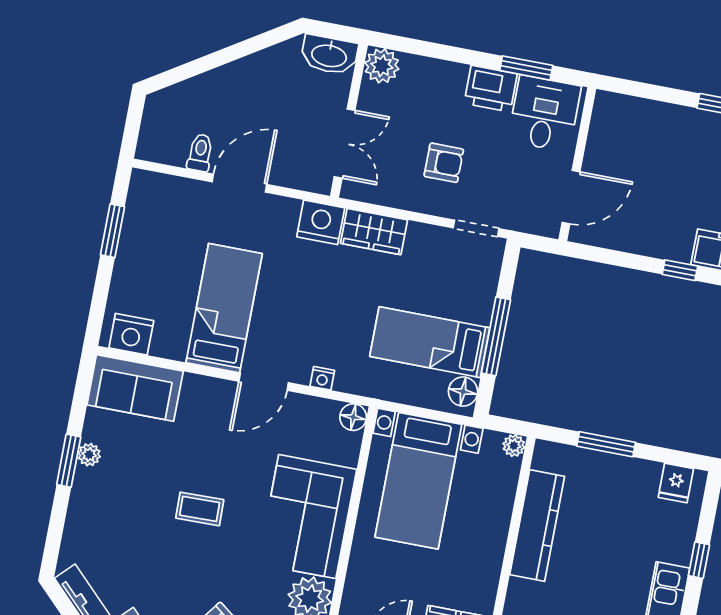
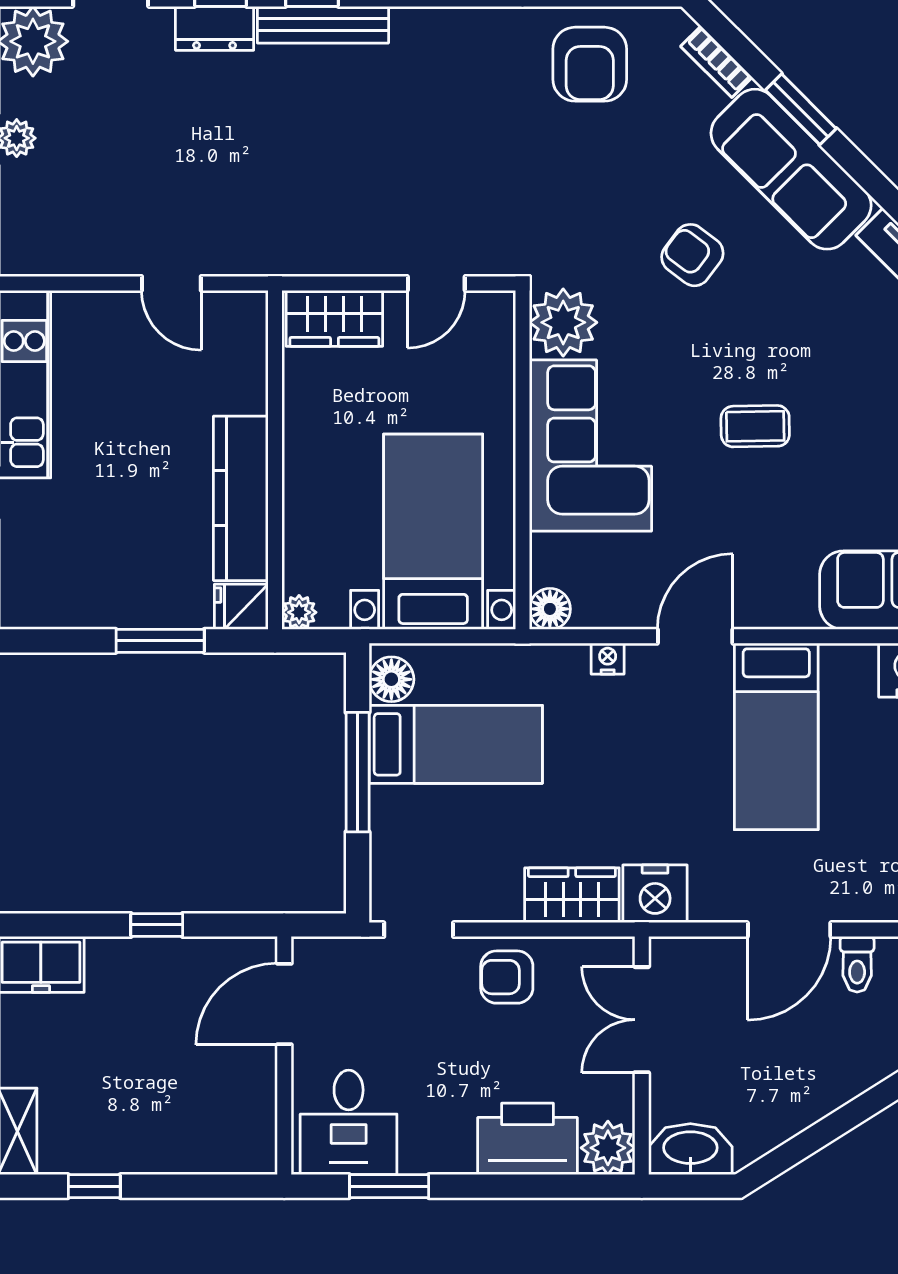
printer: (491, 89) -> (528, 1139), moved, width x1.37, depth x1.19
armchair: (444, 163) -> (507, 977), moved
window: (680, 270) -> (157, 925), moved
fridge: (676, 483) -> (241, 607), moved, turned -90

